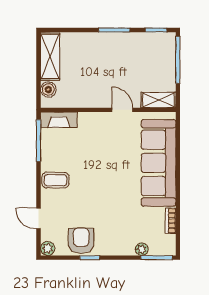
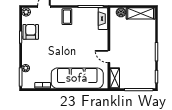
door: (122, 110) -> (109, 57), swing flipped
armchair: (81, 241) -> (31, 32), turned -90

